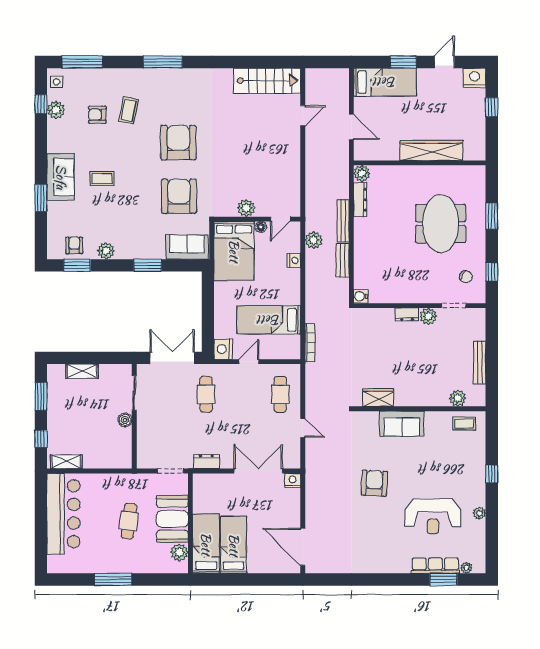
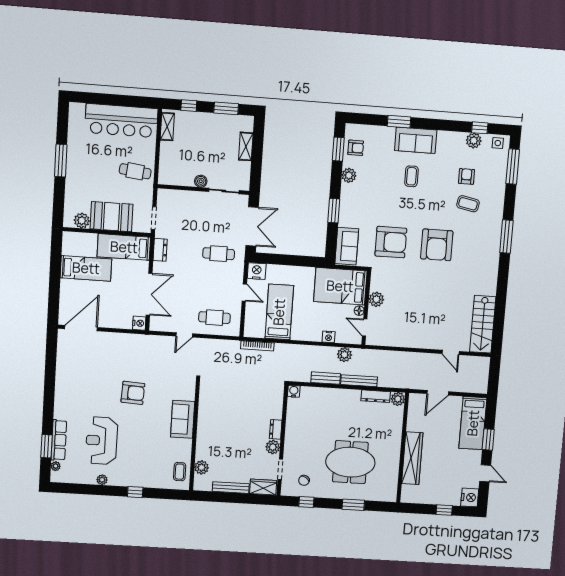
armchair: (178, 143) -> (437, 245), turned 90
wardrobe: (378, 398) -> (263, 487), moved, turned -90
cafe table: (129, 521) -> (135, 171), moved
bed: (206, 544) -> (124, 247), moved, turned 180

